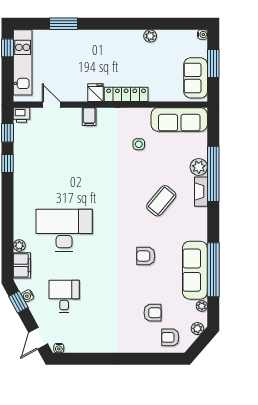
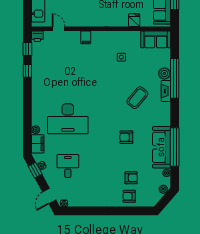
fridge: (96, 93) -> (134, 20), moved
locker: (126, 94) -> (112, 22), removed
sofa: (179, 119) -> (156, 39), width x0.73
desk: (64, 230) -> (68, 119), turned 180
armchair: (170, 337) -> (129, 196), moved

